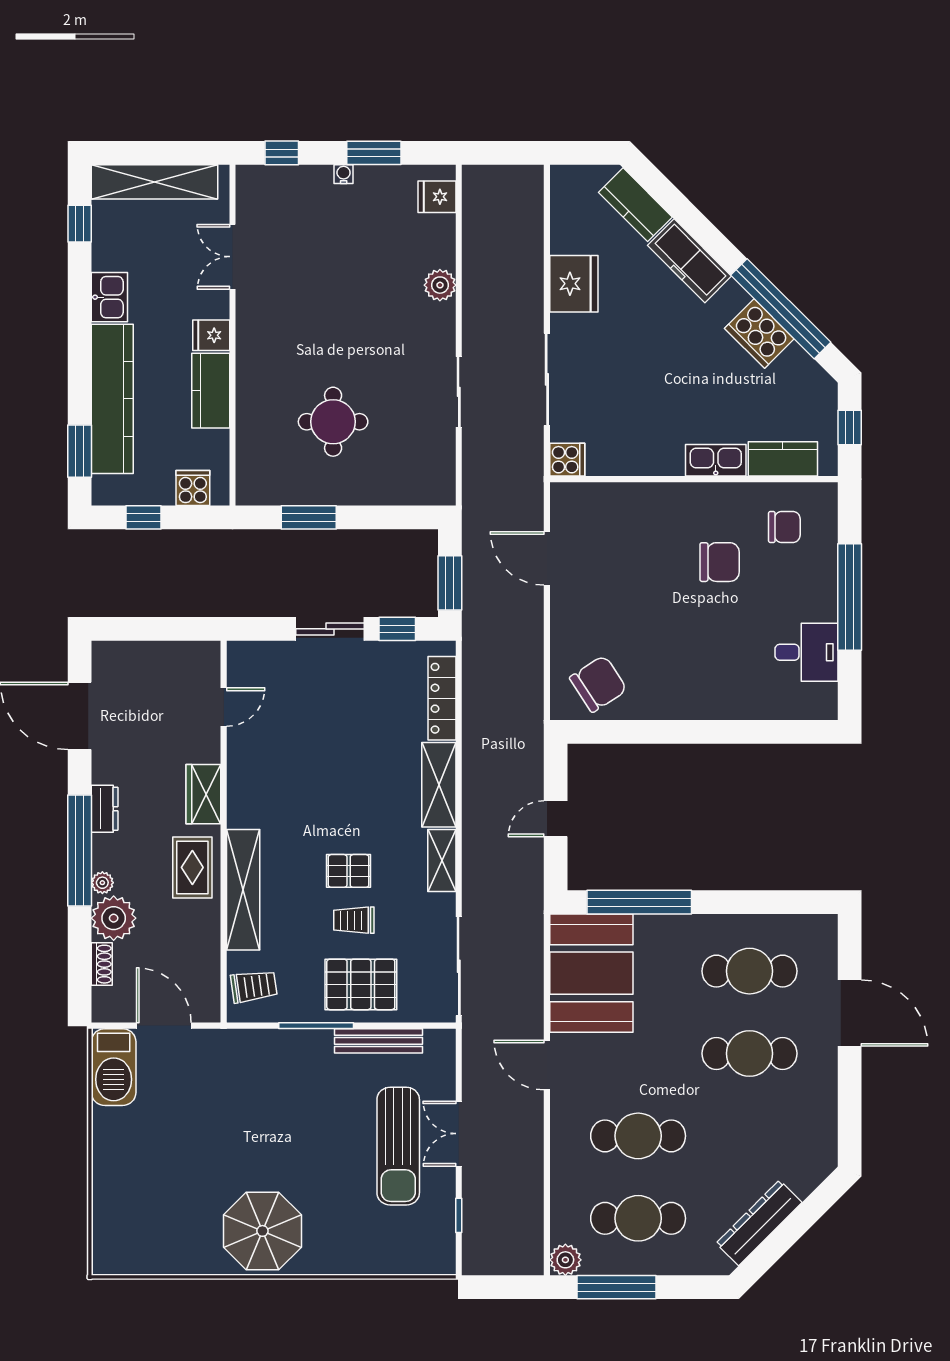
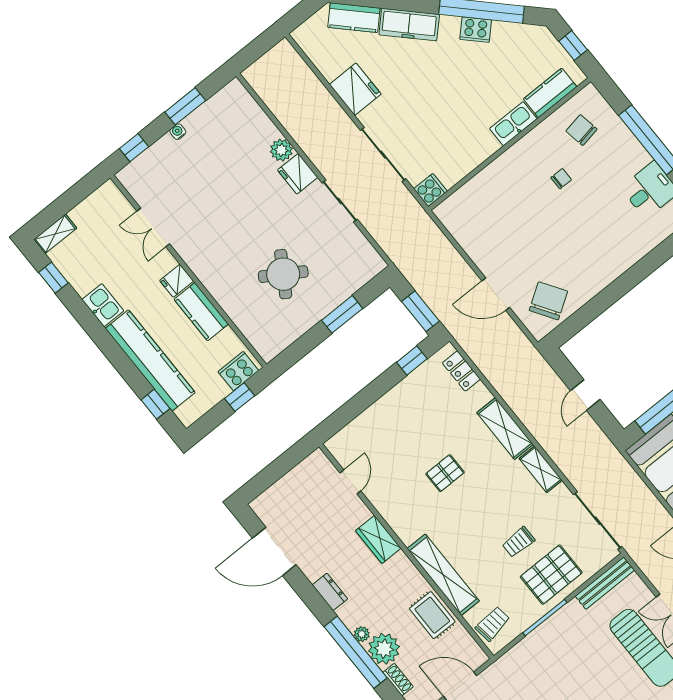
shelving: (155, 182) -> (55, 234), width x0.45, depth x0.75
fridge: (437, 197) -> (298, 174), moved, width x1.38
cooker: (759, 334) -> (476, 30), width x0.73, depth x0.76
round table: (333, 422) -> (283, 274), turned 32
window: (80, 451) -> (155, 404), width x0.67
cooker: (193, 488) -> (238, 371), width x1.36
window: (144, 517) -> (240, 397), moved
window: (309, 517) -> (342, 314), moved
chair: (784, 527) -> (581, 130), turned -100
door: (547, 558) -> (496, 294), moved
chair: (720, 562) -> (561, 179), width x0.54, depth x0.54
sliding door: (330, 629) -> (375, 391), removed
locker: (442, 698) -> (461, 371), width x0.66
window: (80, 850) -> (356, 652), moved
rug: (192, 867) -> (432, 615), moved
pallet: (349, 871) -> (445, 473), moved
bench: (379, 1041) -> (605, 583), moved

